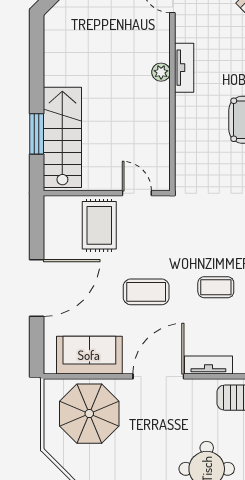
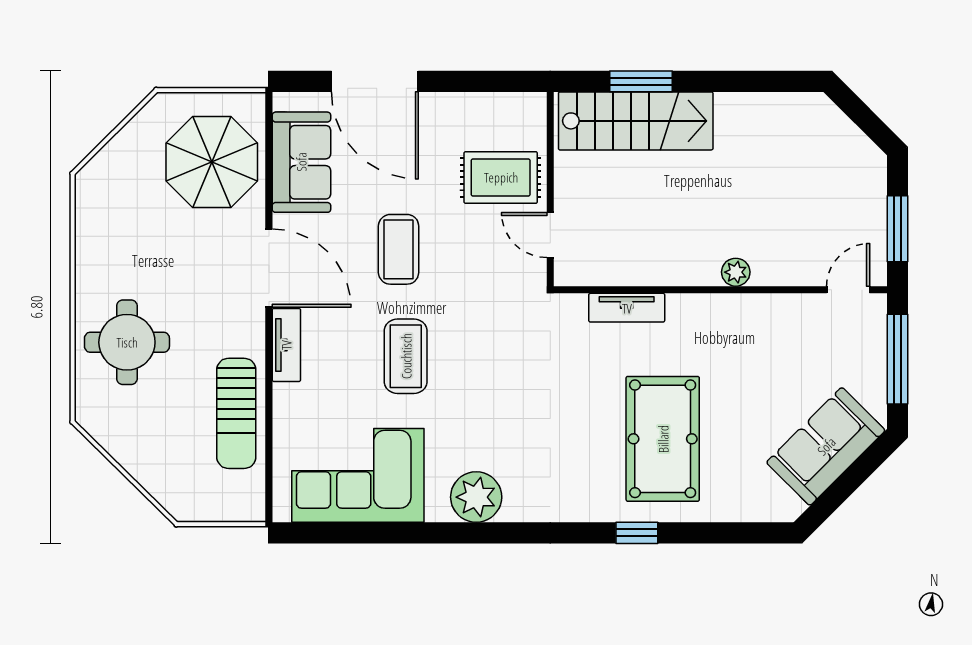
tv unit: (184, 68) -> (627, 308), moved
door: (137, 193) -> (550, 235), swing flipped
coffee table: (216, 287) -> (406, 356), width x1.36, depth x1.30
door: (37, 288) -> (375, 81), moved

